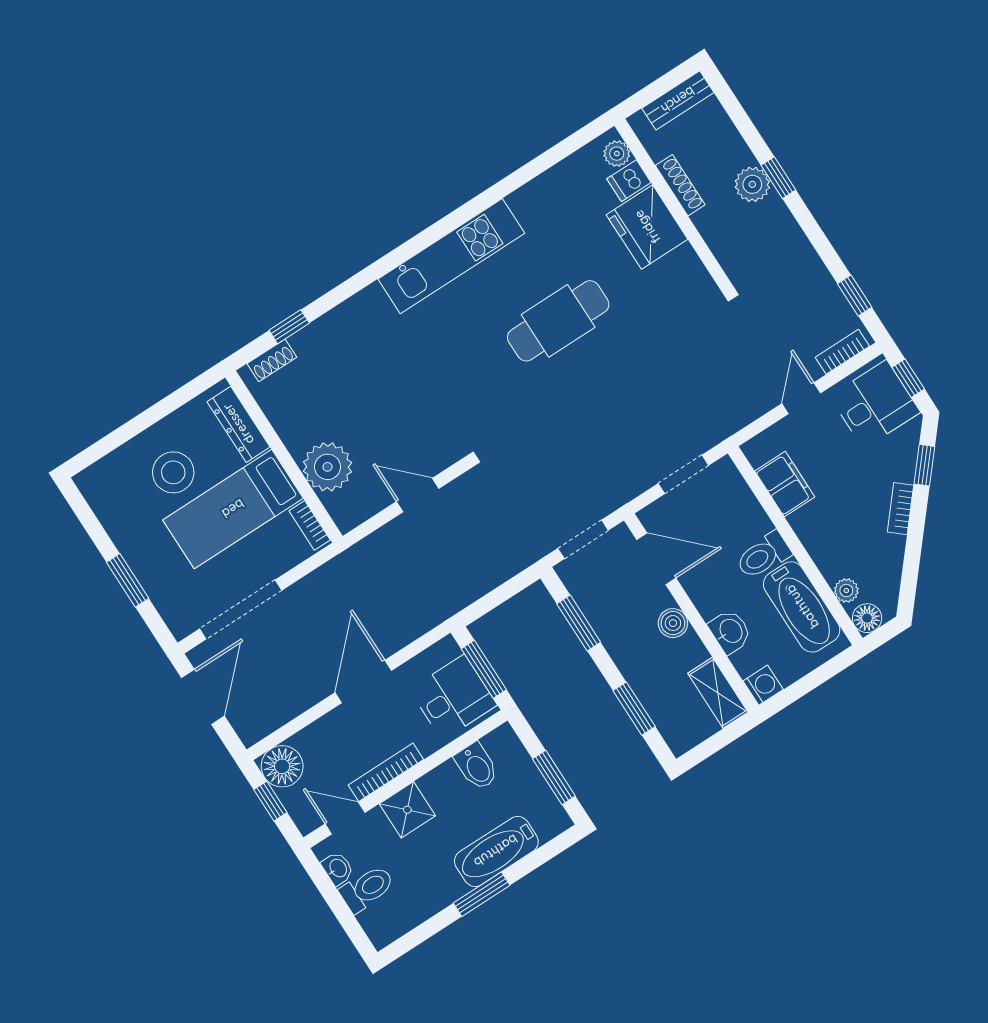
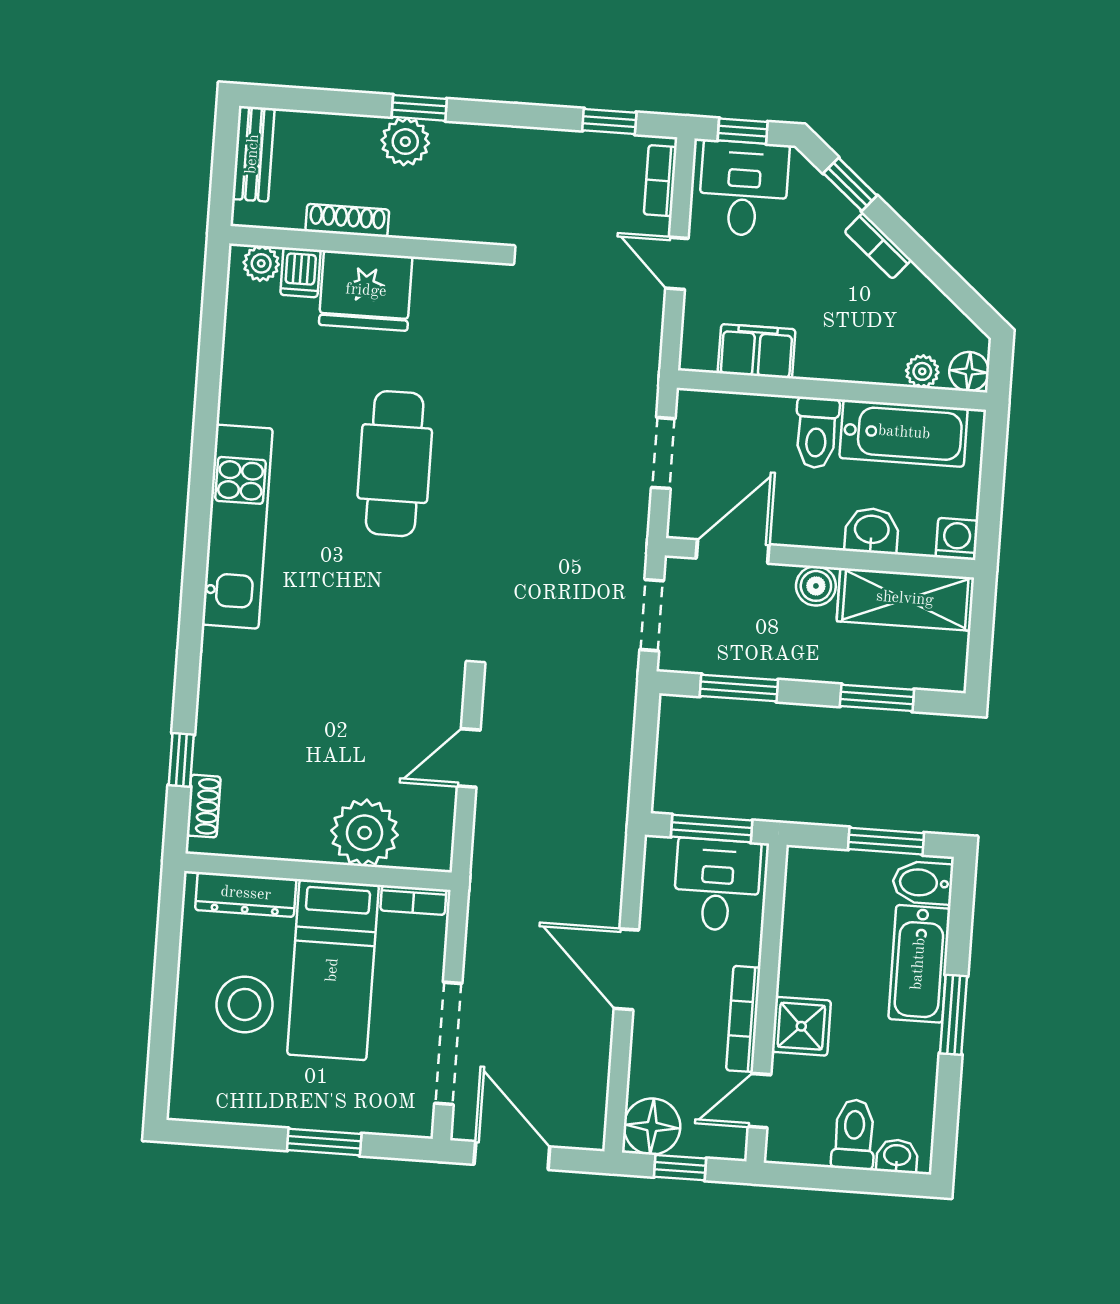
shelving: (718, 693) -> (905, 599), width x1.50, depth x1.33
bidet: (477, 766) -> (923, 883), moved, turned 180
washbasin: (338, 868) -> (897, 1156), moved

